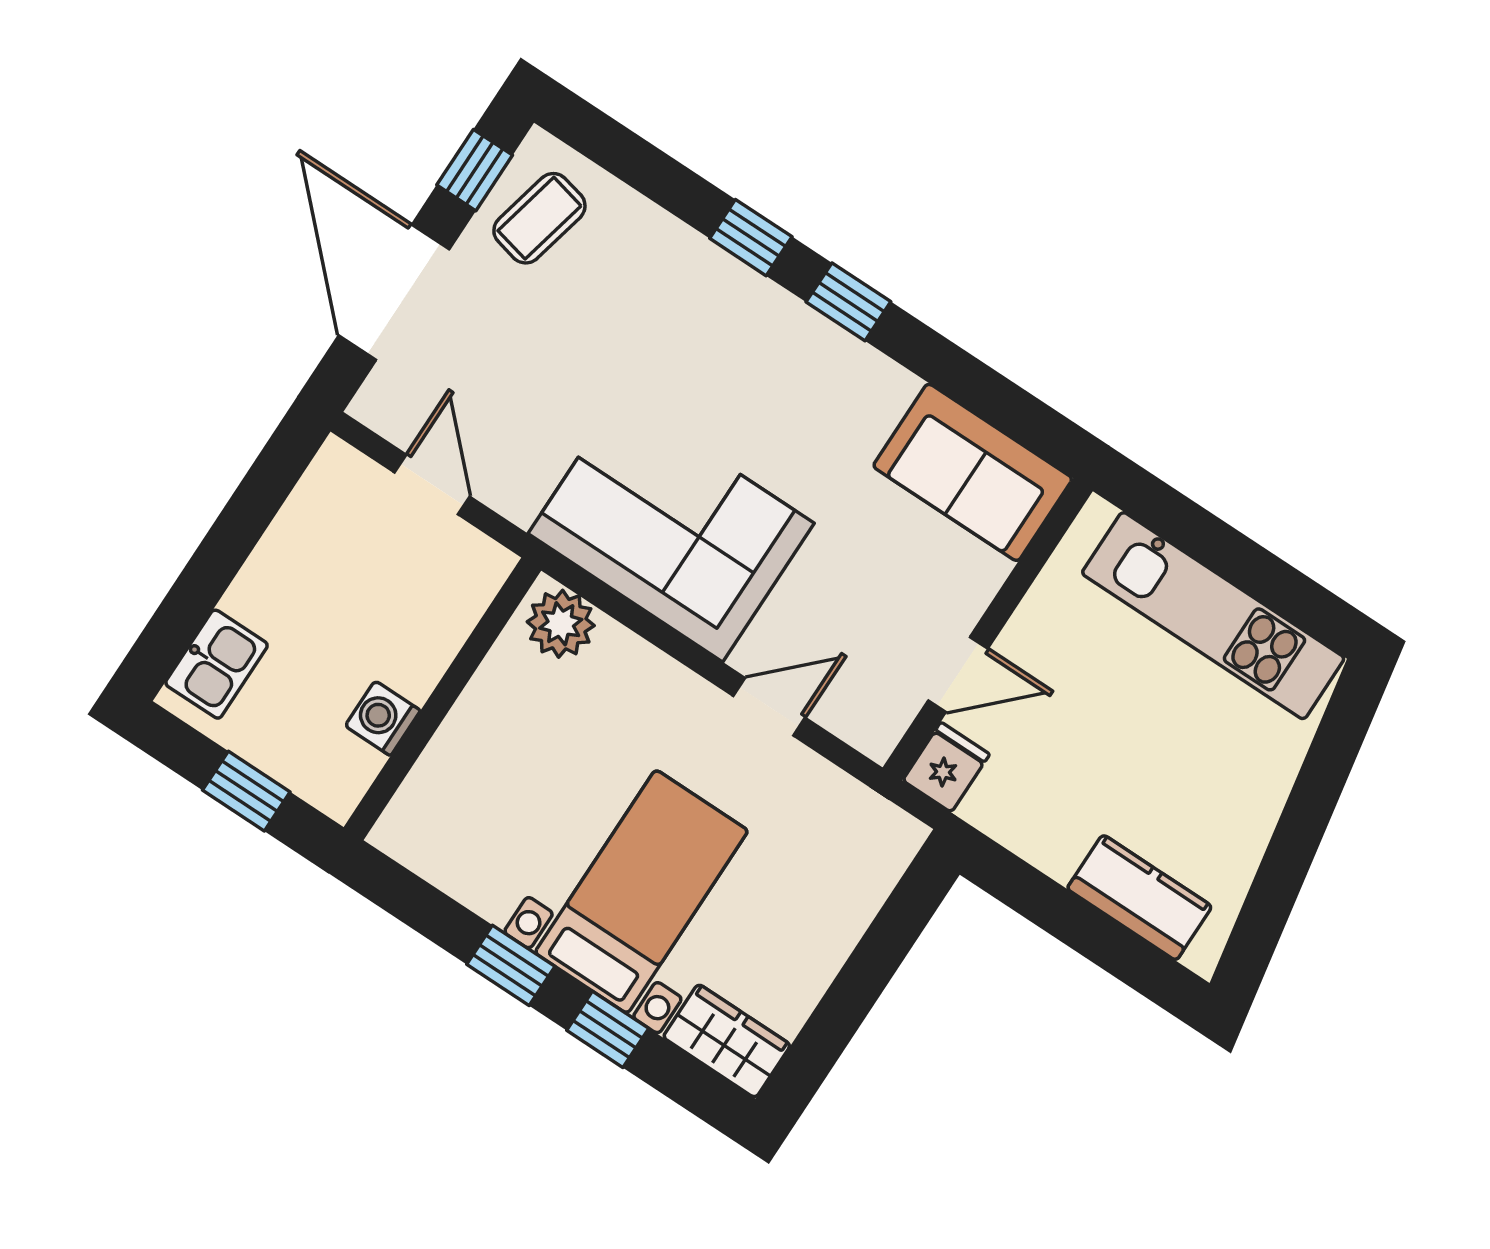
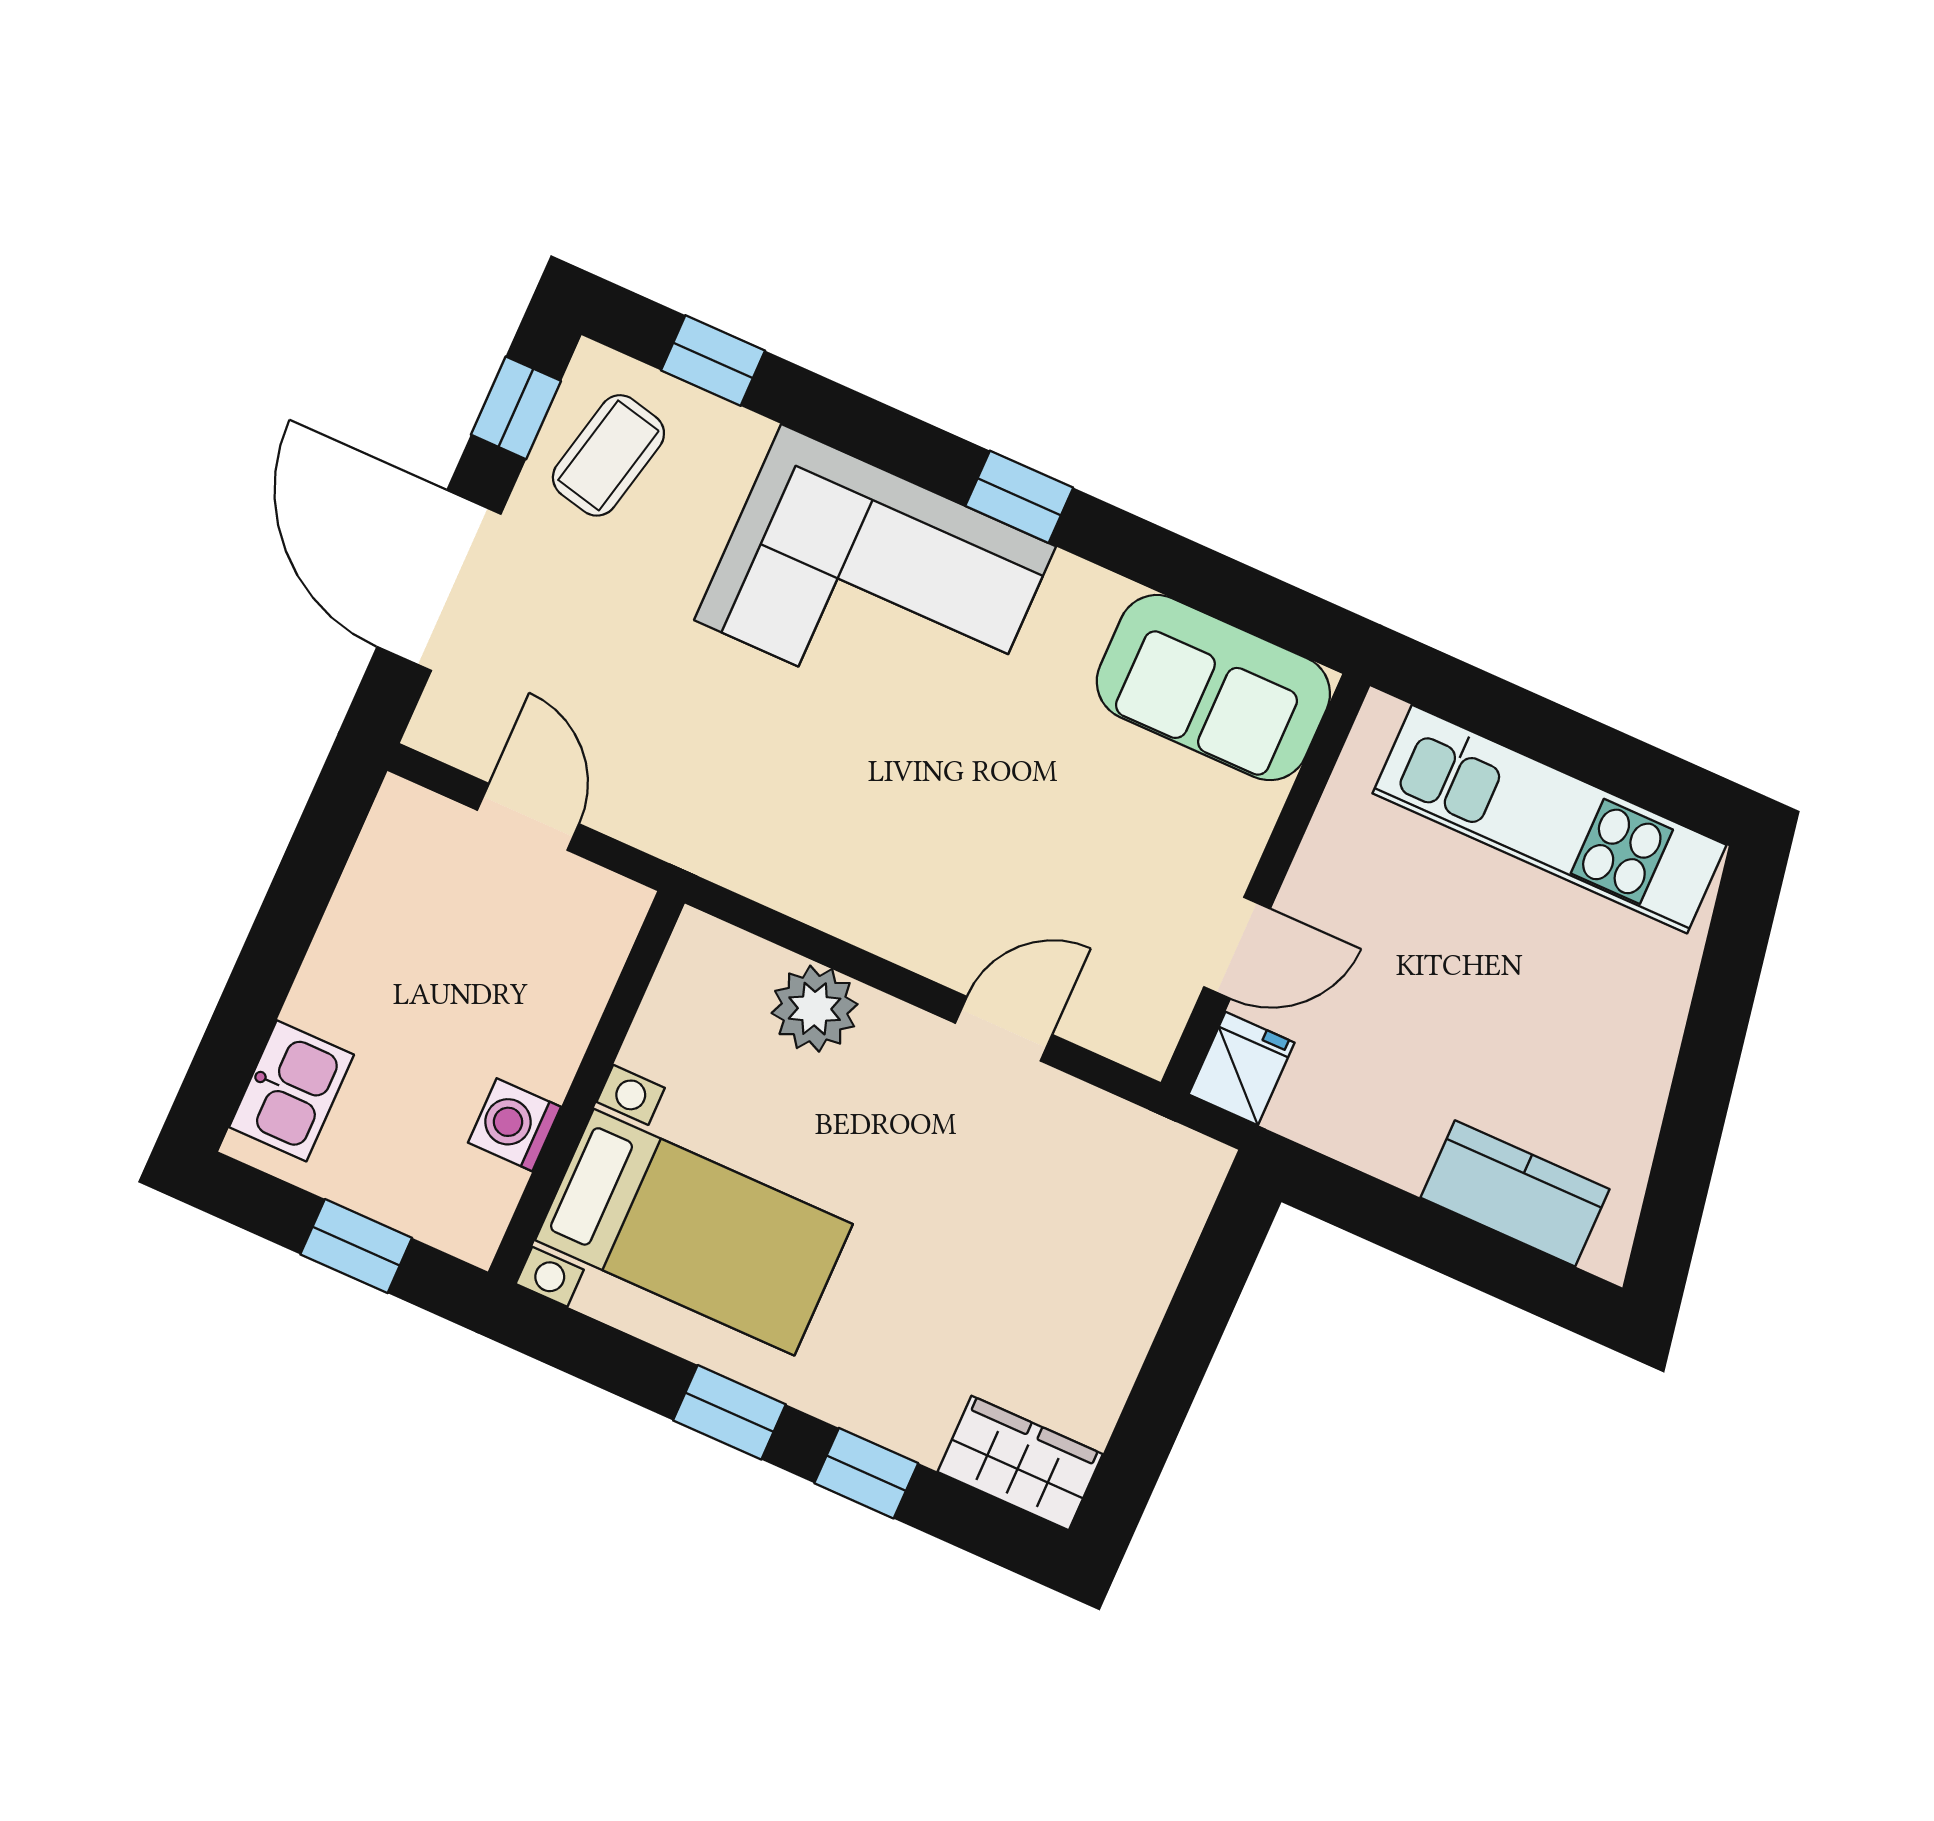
window: (751, 238) -> (713, 360), moved
corner sofa: (671, 528) -> (875, 583), moved, turned 180
plant: (561, 624) -> (815, 1009), moved
bed with nightstands: (641, 892) -> (694, 1232), moved, turned 90

